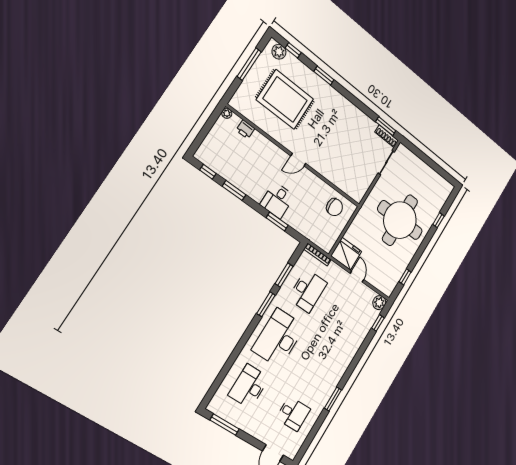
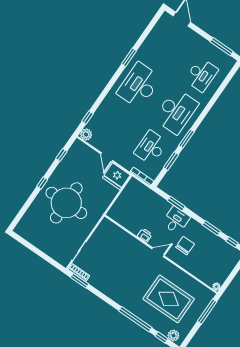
window: (249, 64) -> (207, 312), moved
window: (324, 76) -> (135, 319), width x2.11
printer: (245, 129) -> (145, 235), moved
chair: (335, 207) -> (185, 246), moved, turned 90
window: (438, 220) -> (42, 183), moved
desk: (293, 414) -> (139, 85), moved, width x1.87, depth x1.30

